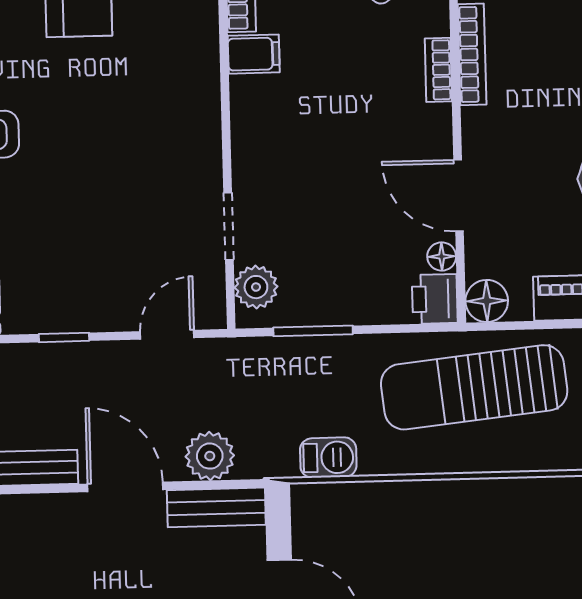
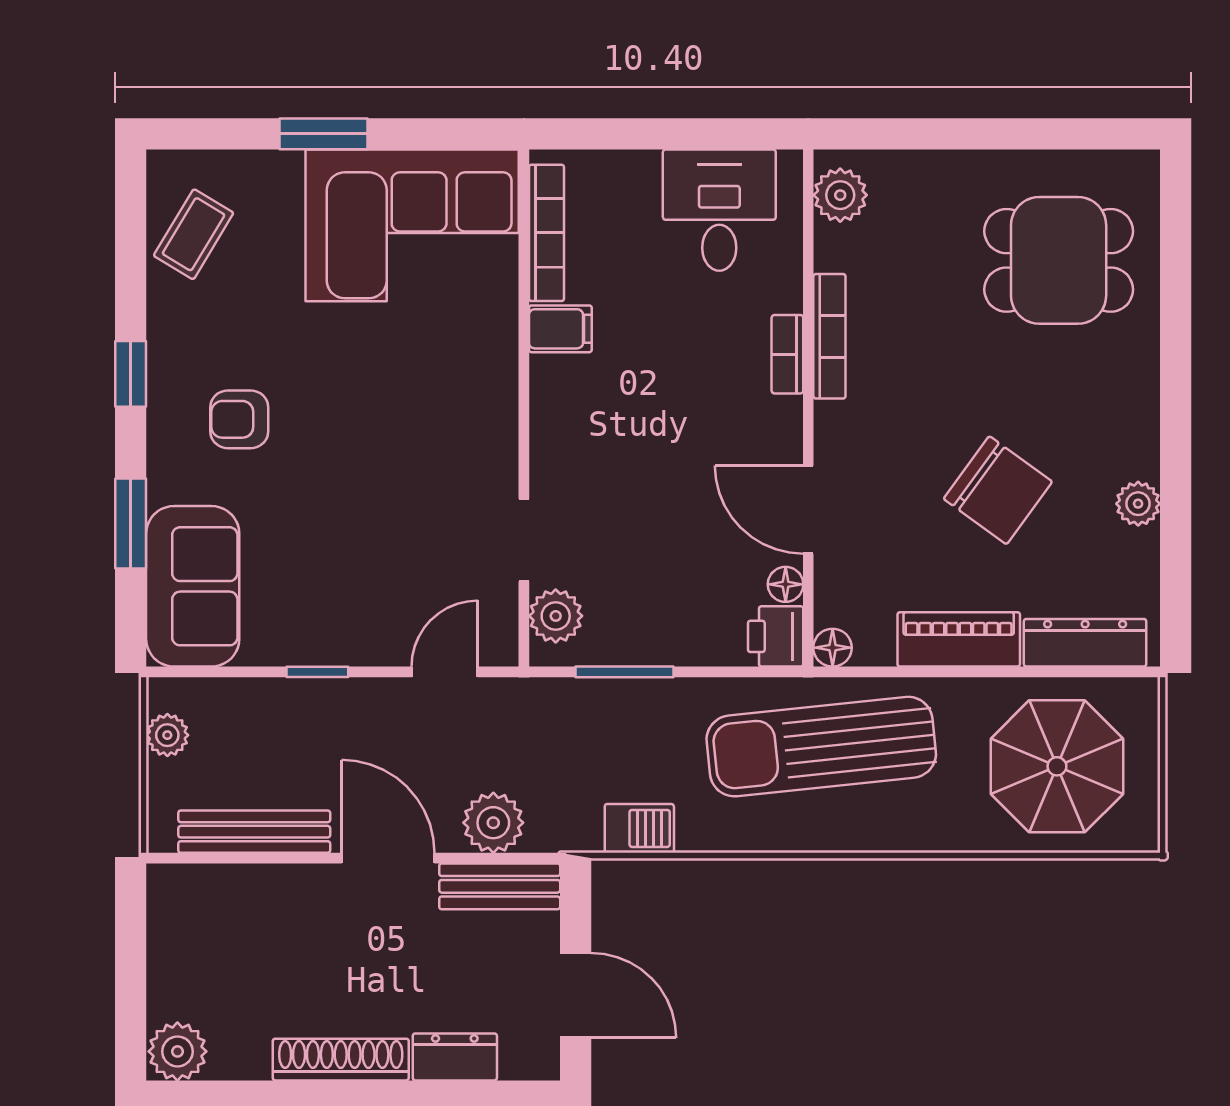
floor lamp: (487, 301) -> (833, 648), width x0.73, depth x0.73

